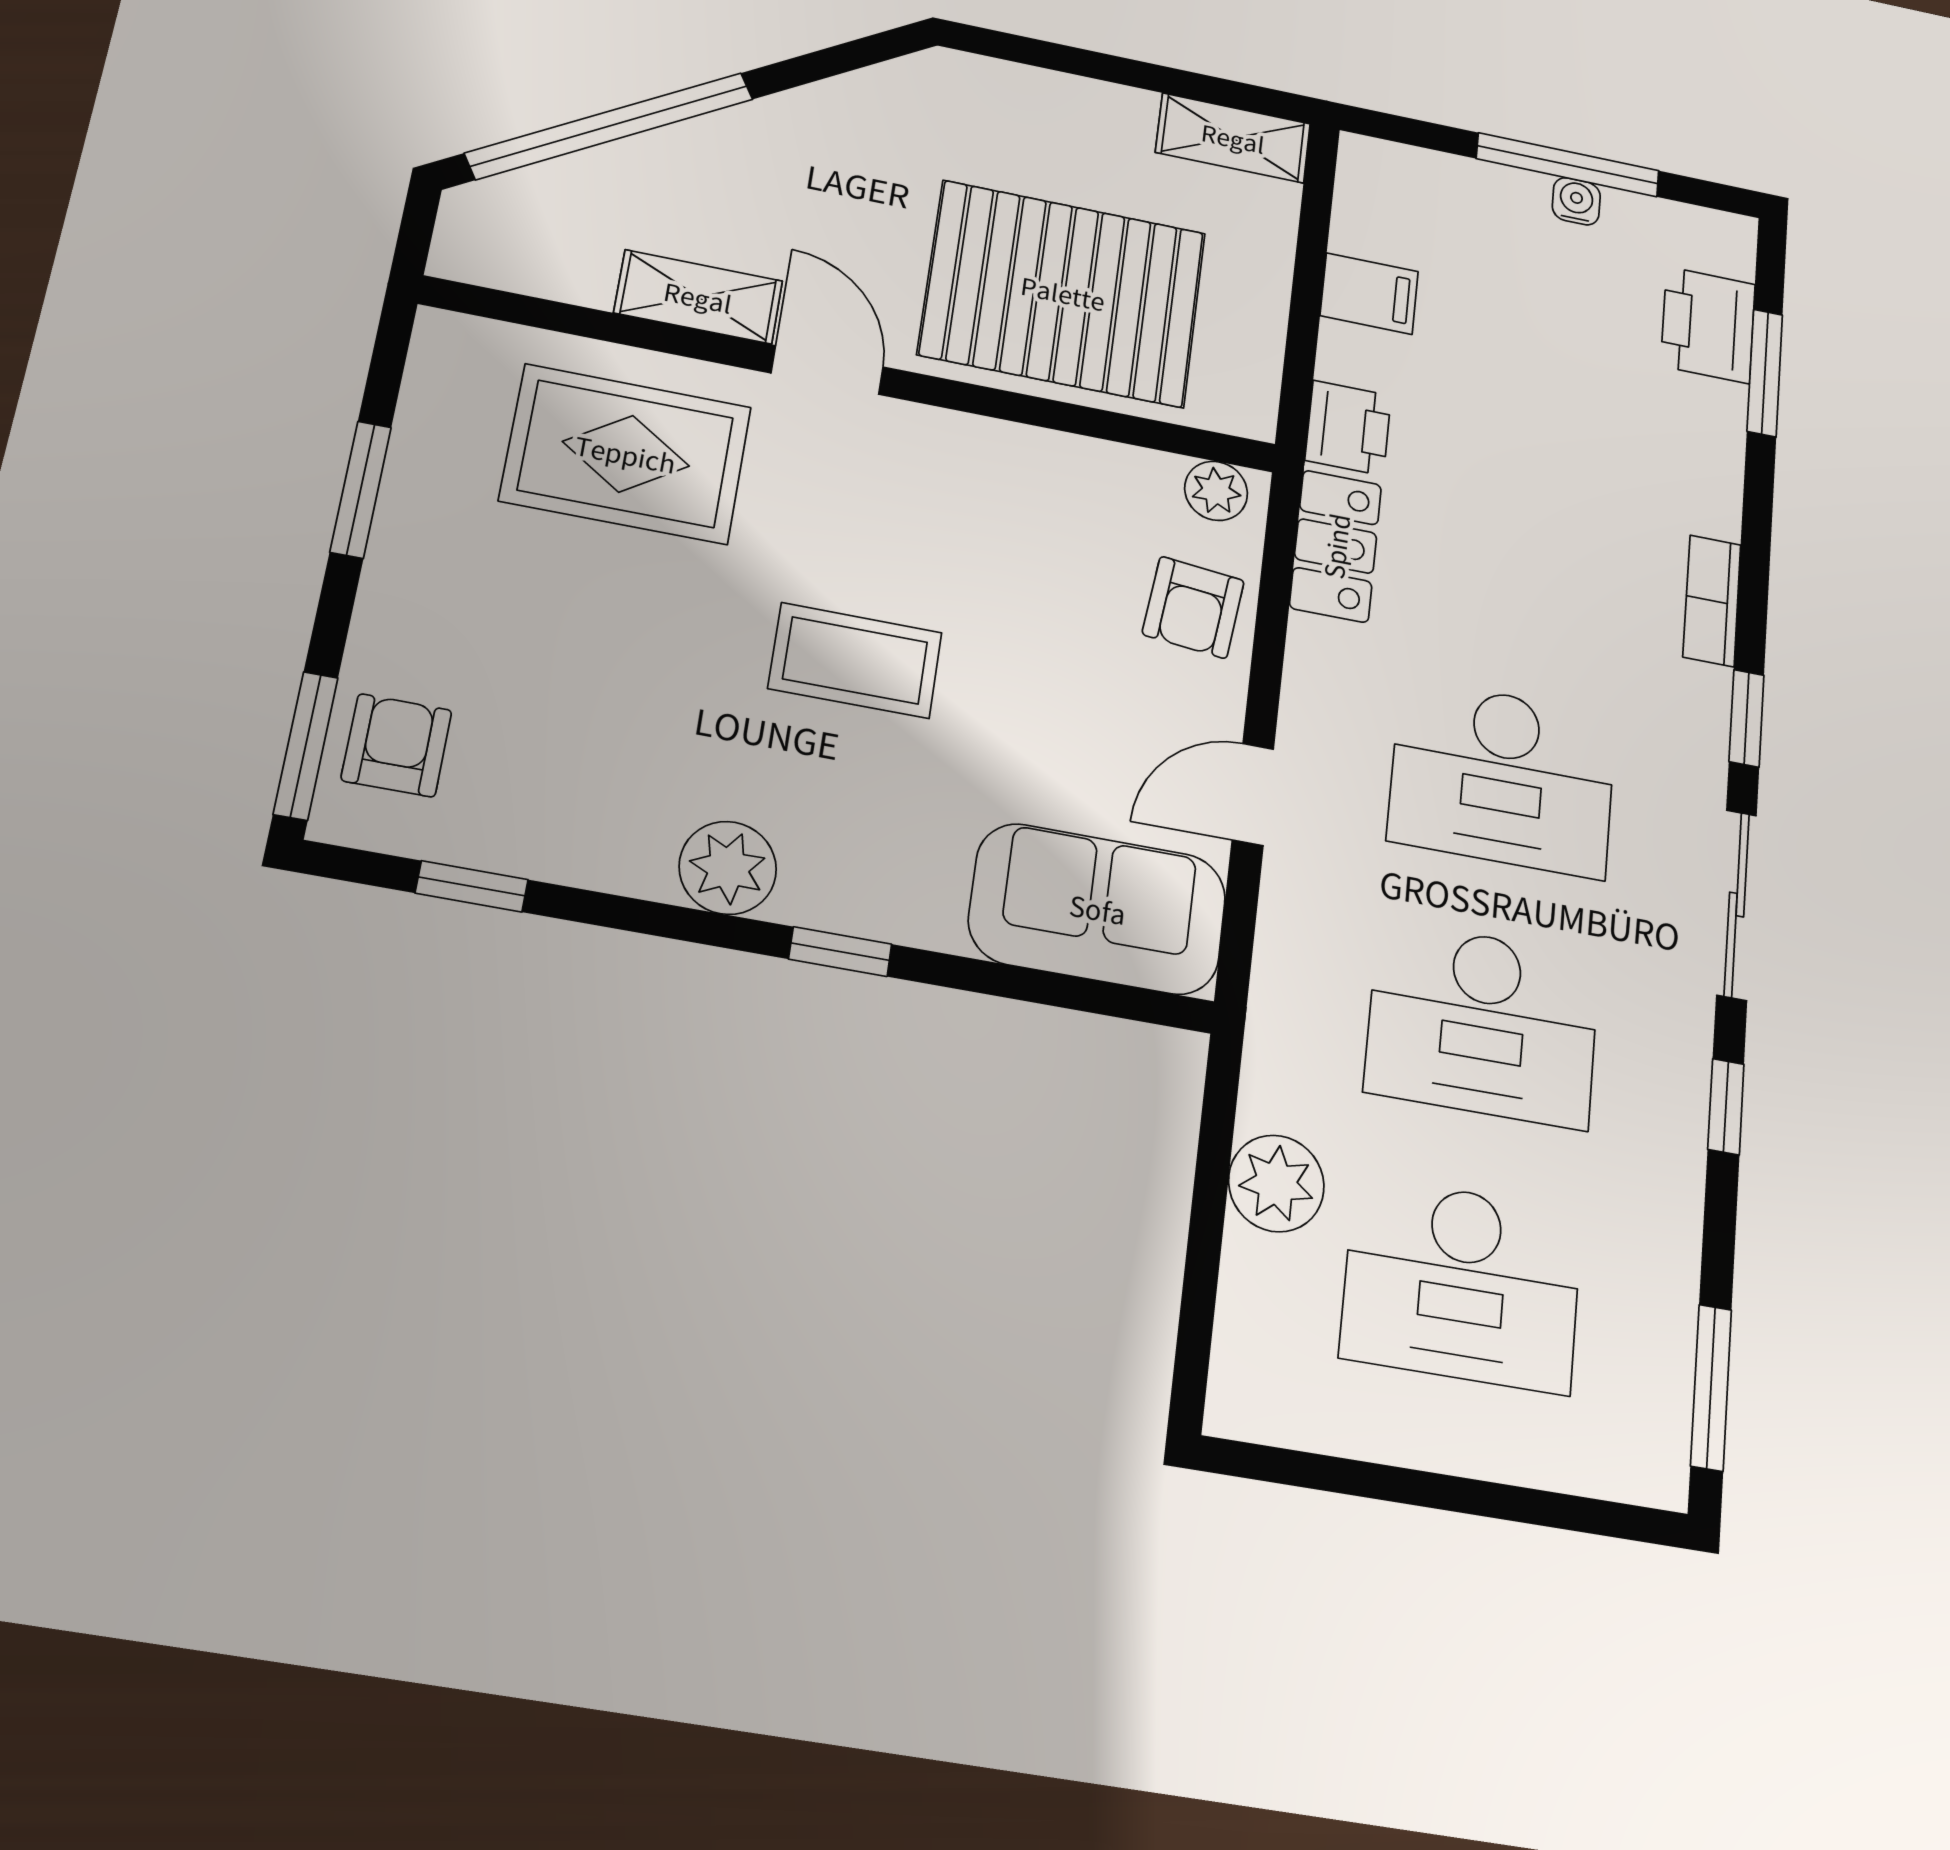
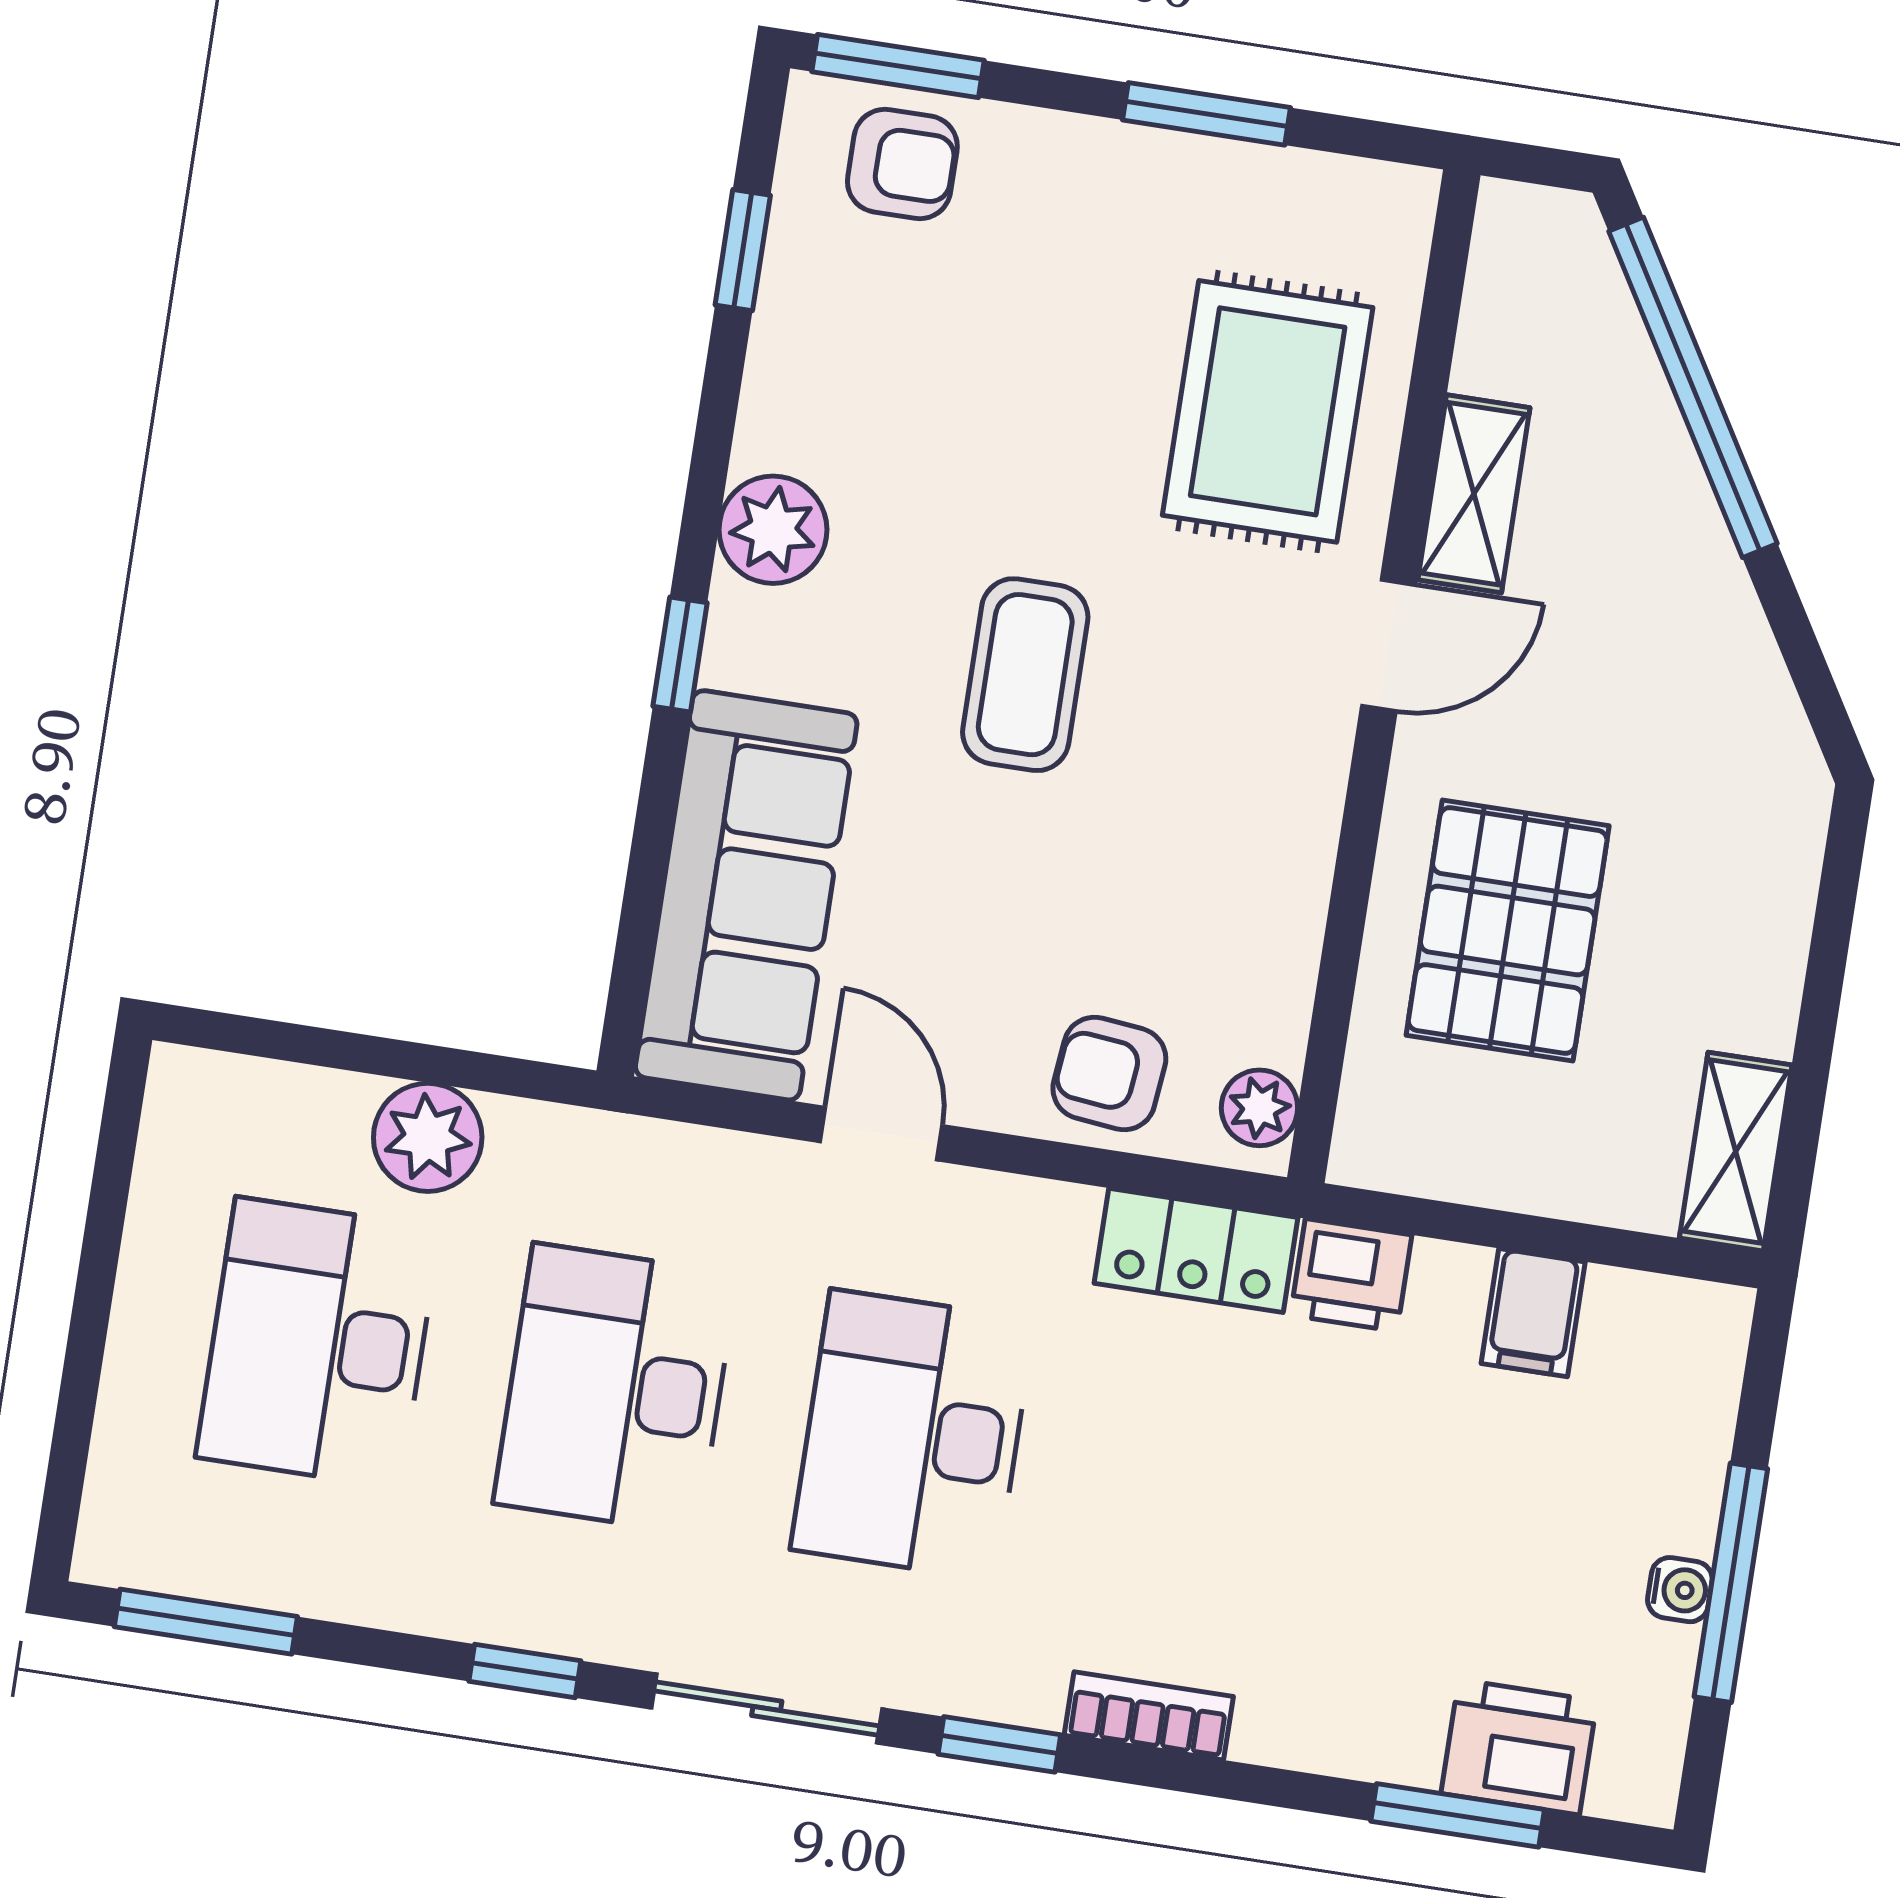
pallet: (1063, 293) -> (1508, 931), width x0.73, depth x0.71
sofa: (1098, 909) -> (746, 895), width x1.36

